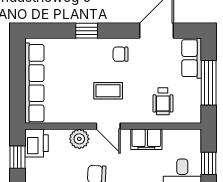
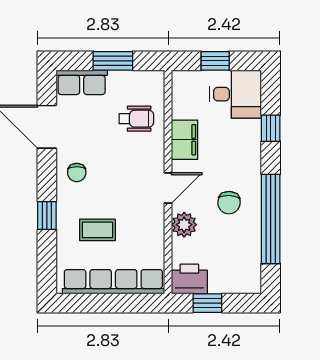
window: (209, 83) -> (113, 61), width x0.69
coffee table: (108, 91) -> (98, 230), moved, turned 90

